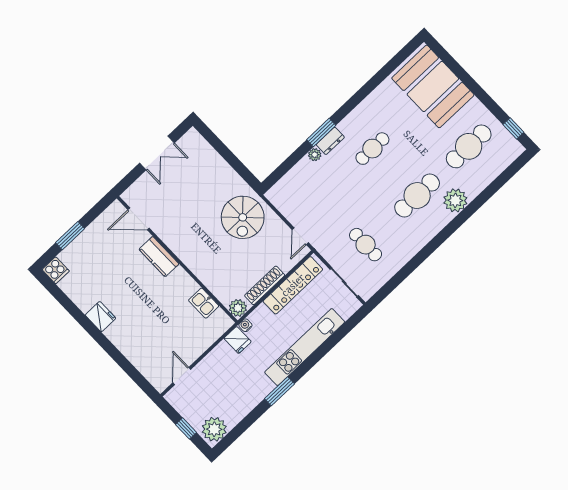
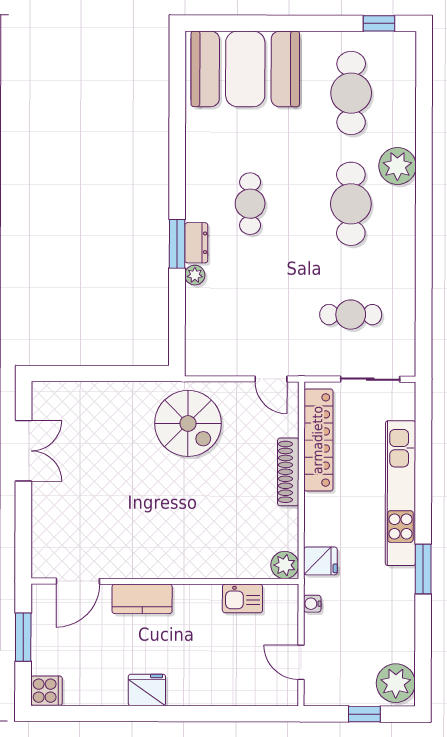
door: (139, 219) -> (78, 581), moved
kitchen counter: (159, 257) -> (142, 599), moved
wall: (177, 259) -> (165, 581), moved
kitchen sink: (204, 303) -> (242, 598), moved
plant: (238, 308) -> (285, 565), moved
water cooler: (245, 325) -> (312, 604), moved

